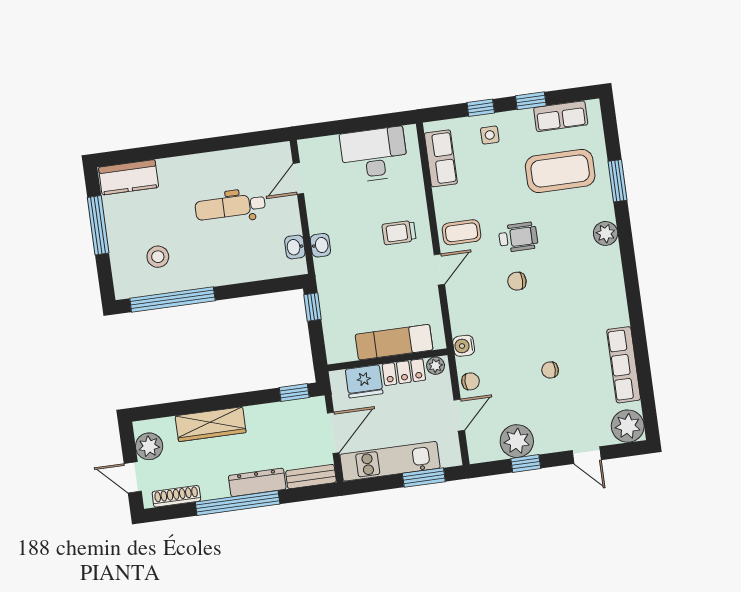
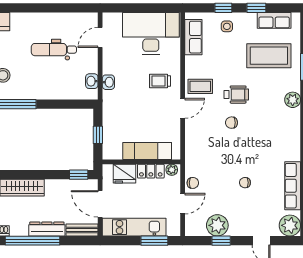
desk: (374, 155) -> (151, 34), width x1.36, depth x1.30
window: (313, 307) -> (98, 135), moved
water cooler: (464, 346) -> (192, 159), removed
door: (333, 433) -> (100, 204), swing flipped

